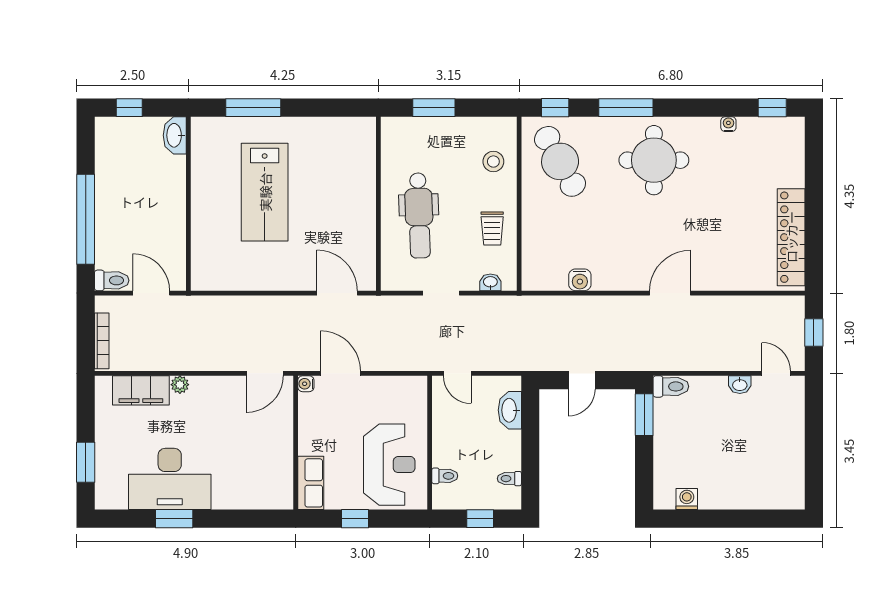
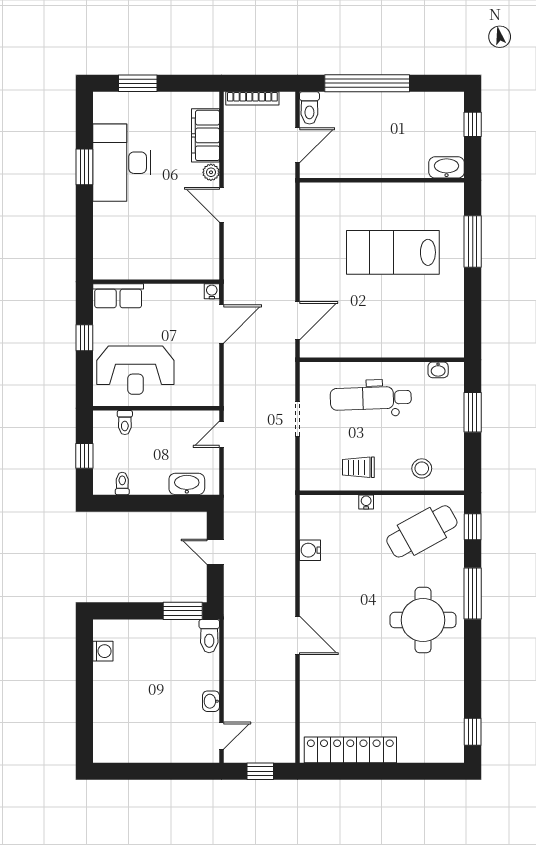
water cooler: (728, 124) -> (366, 502), moved, turned -90
washbasin: (490, 282) -> (438, 370), moved, turned 90
door: (265, 373) -> (222, 205), moved

